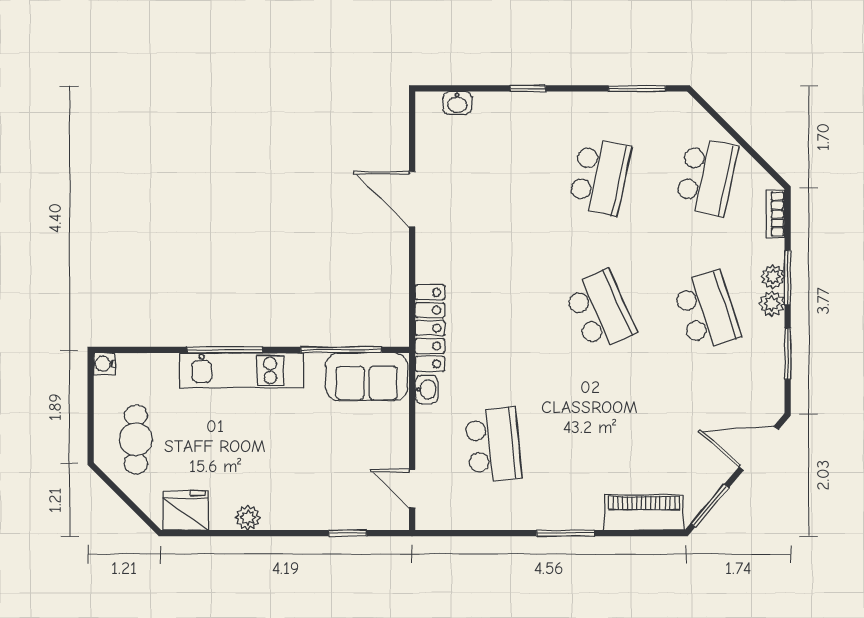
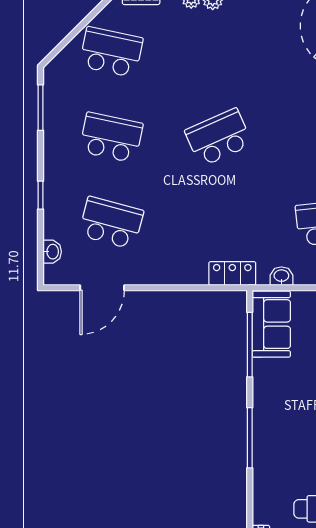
door: (412, 199) -> (102, 288), moved
school desk: (706, 311) -> (111, 223), moved, turned 33
locker: (430, 328) -> (232, 273), width x0.66
kitchen unit: (242, 370) -> (266, 424), removed

